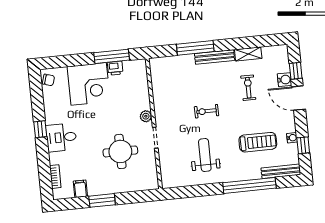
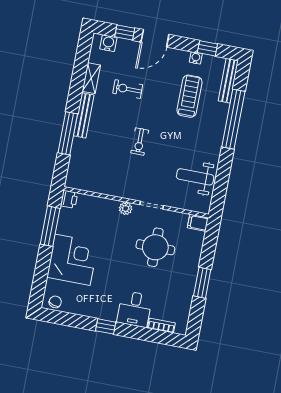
printer: (115, 68) -> (69, 199), moved
water cooler: (284, 80) -> (108, 43), moved
desk: (61, 137) -> (135, 309), moved
weight bench: (205, 155) -> (195, 177), moved
filing cabinet: (80, 189) -> (198, 223), moved

